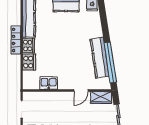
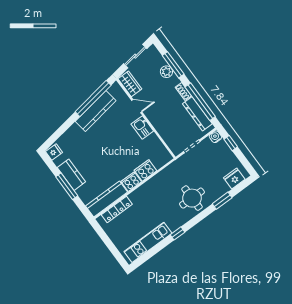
locker: (16, 40) -> (117, 209), moved
kitchen sink: (49, 83) -> (142, 127), moved

